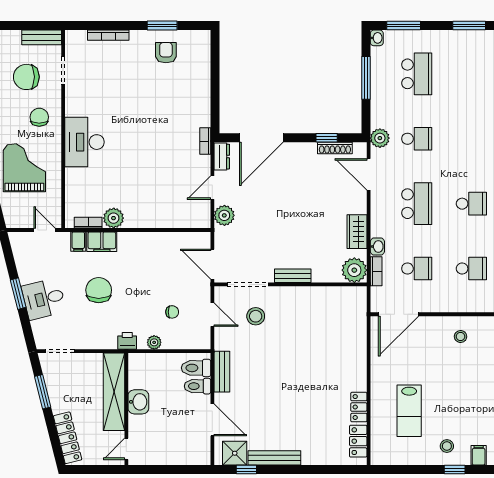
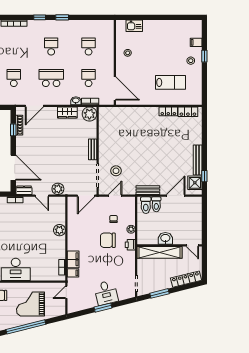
plant: (380, 138) -> (13, 99), removed
plant: (114, 218) -> (59, 230), moved
chair: (99, 290) -> (108, 240), moved

